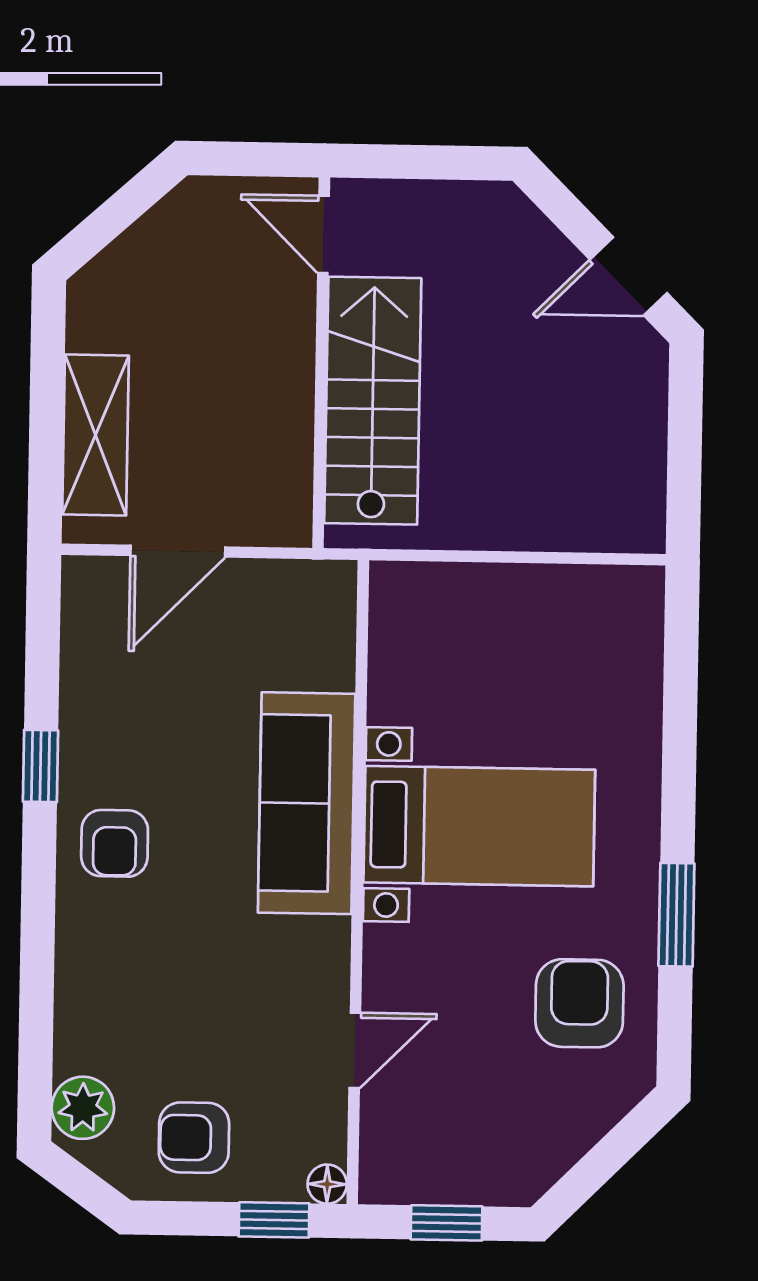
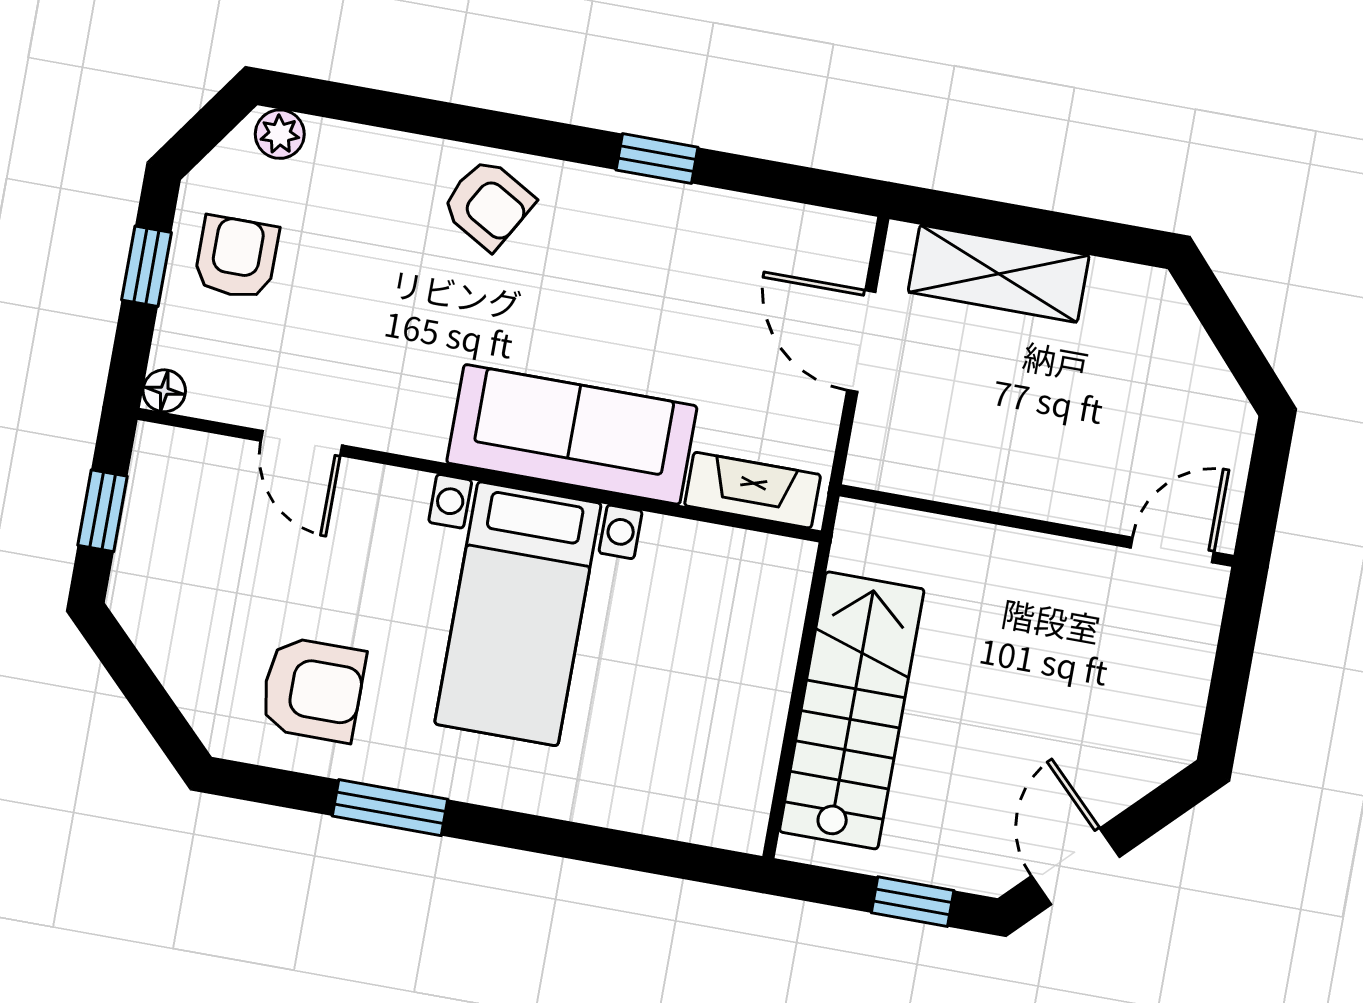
stairs: (373, 401) -> (852, 710), moved, turned -90
window: (685, 421) -> (913, 902), added
fireplace: (331, 629) -> (753, 490), added
armchair: (115, 843) -> (488, 204), moved, turned -150
plant: (83, 1108) -> (280, 134), width x0.73, depth x0.73
window: (274, 1220) -> (147, 266), moved

